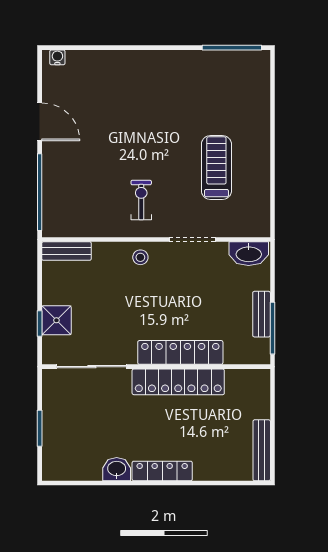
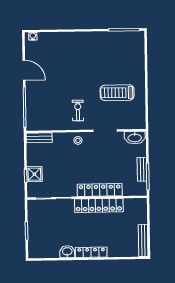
treadmill: (216, 167) -> (117, 93), turned -90

